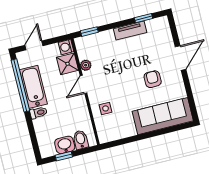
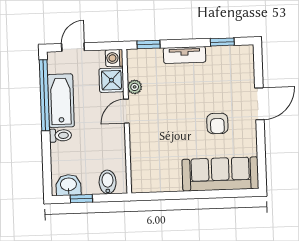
tv unit: (130, 31) -> (185, 55), moved
armchair: (153, 79) -> (217, 123), turned 180
side table: (106, 108) -> (148, 148), removed
washbasin: (65, 145) -> (68, 185), moved

